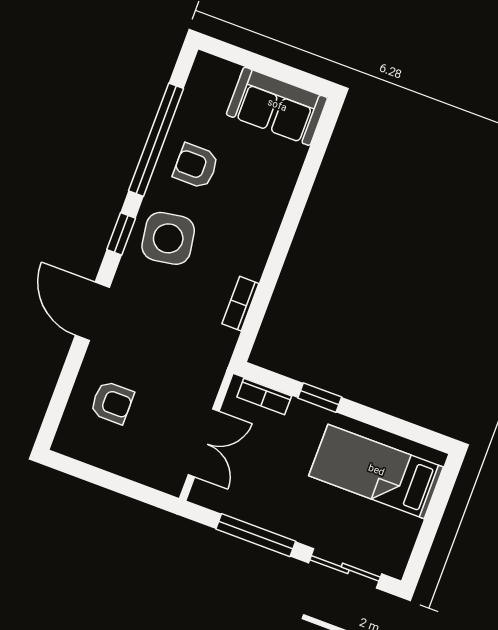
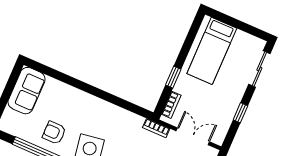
armchair: (196, 166) -> (54, 133), turned 90
bookcase: (240, 304) -> (156, 128), moved
window: (256, 535) -> (240, 113), width x0.46

